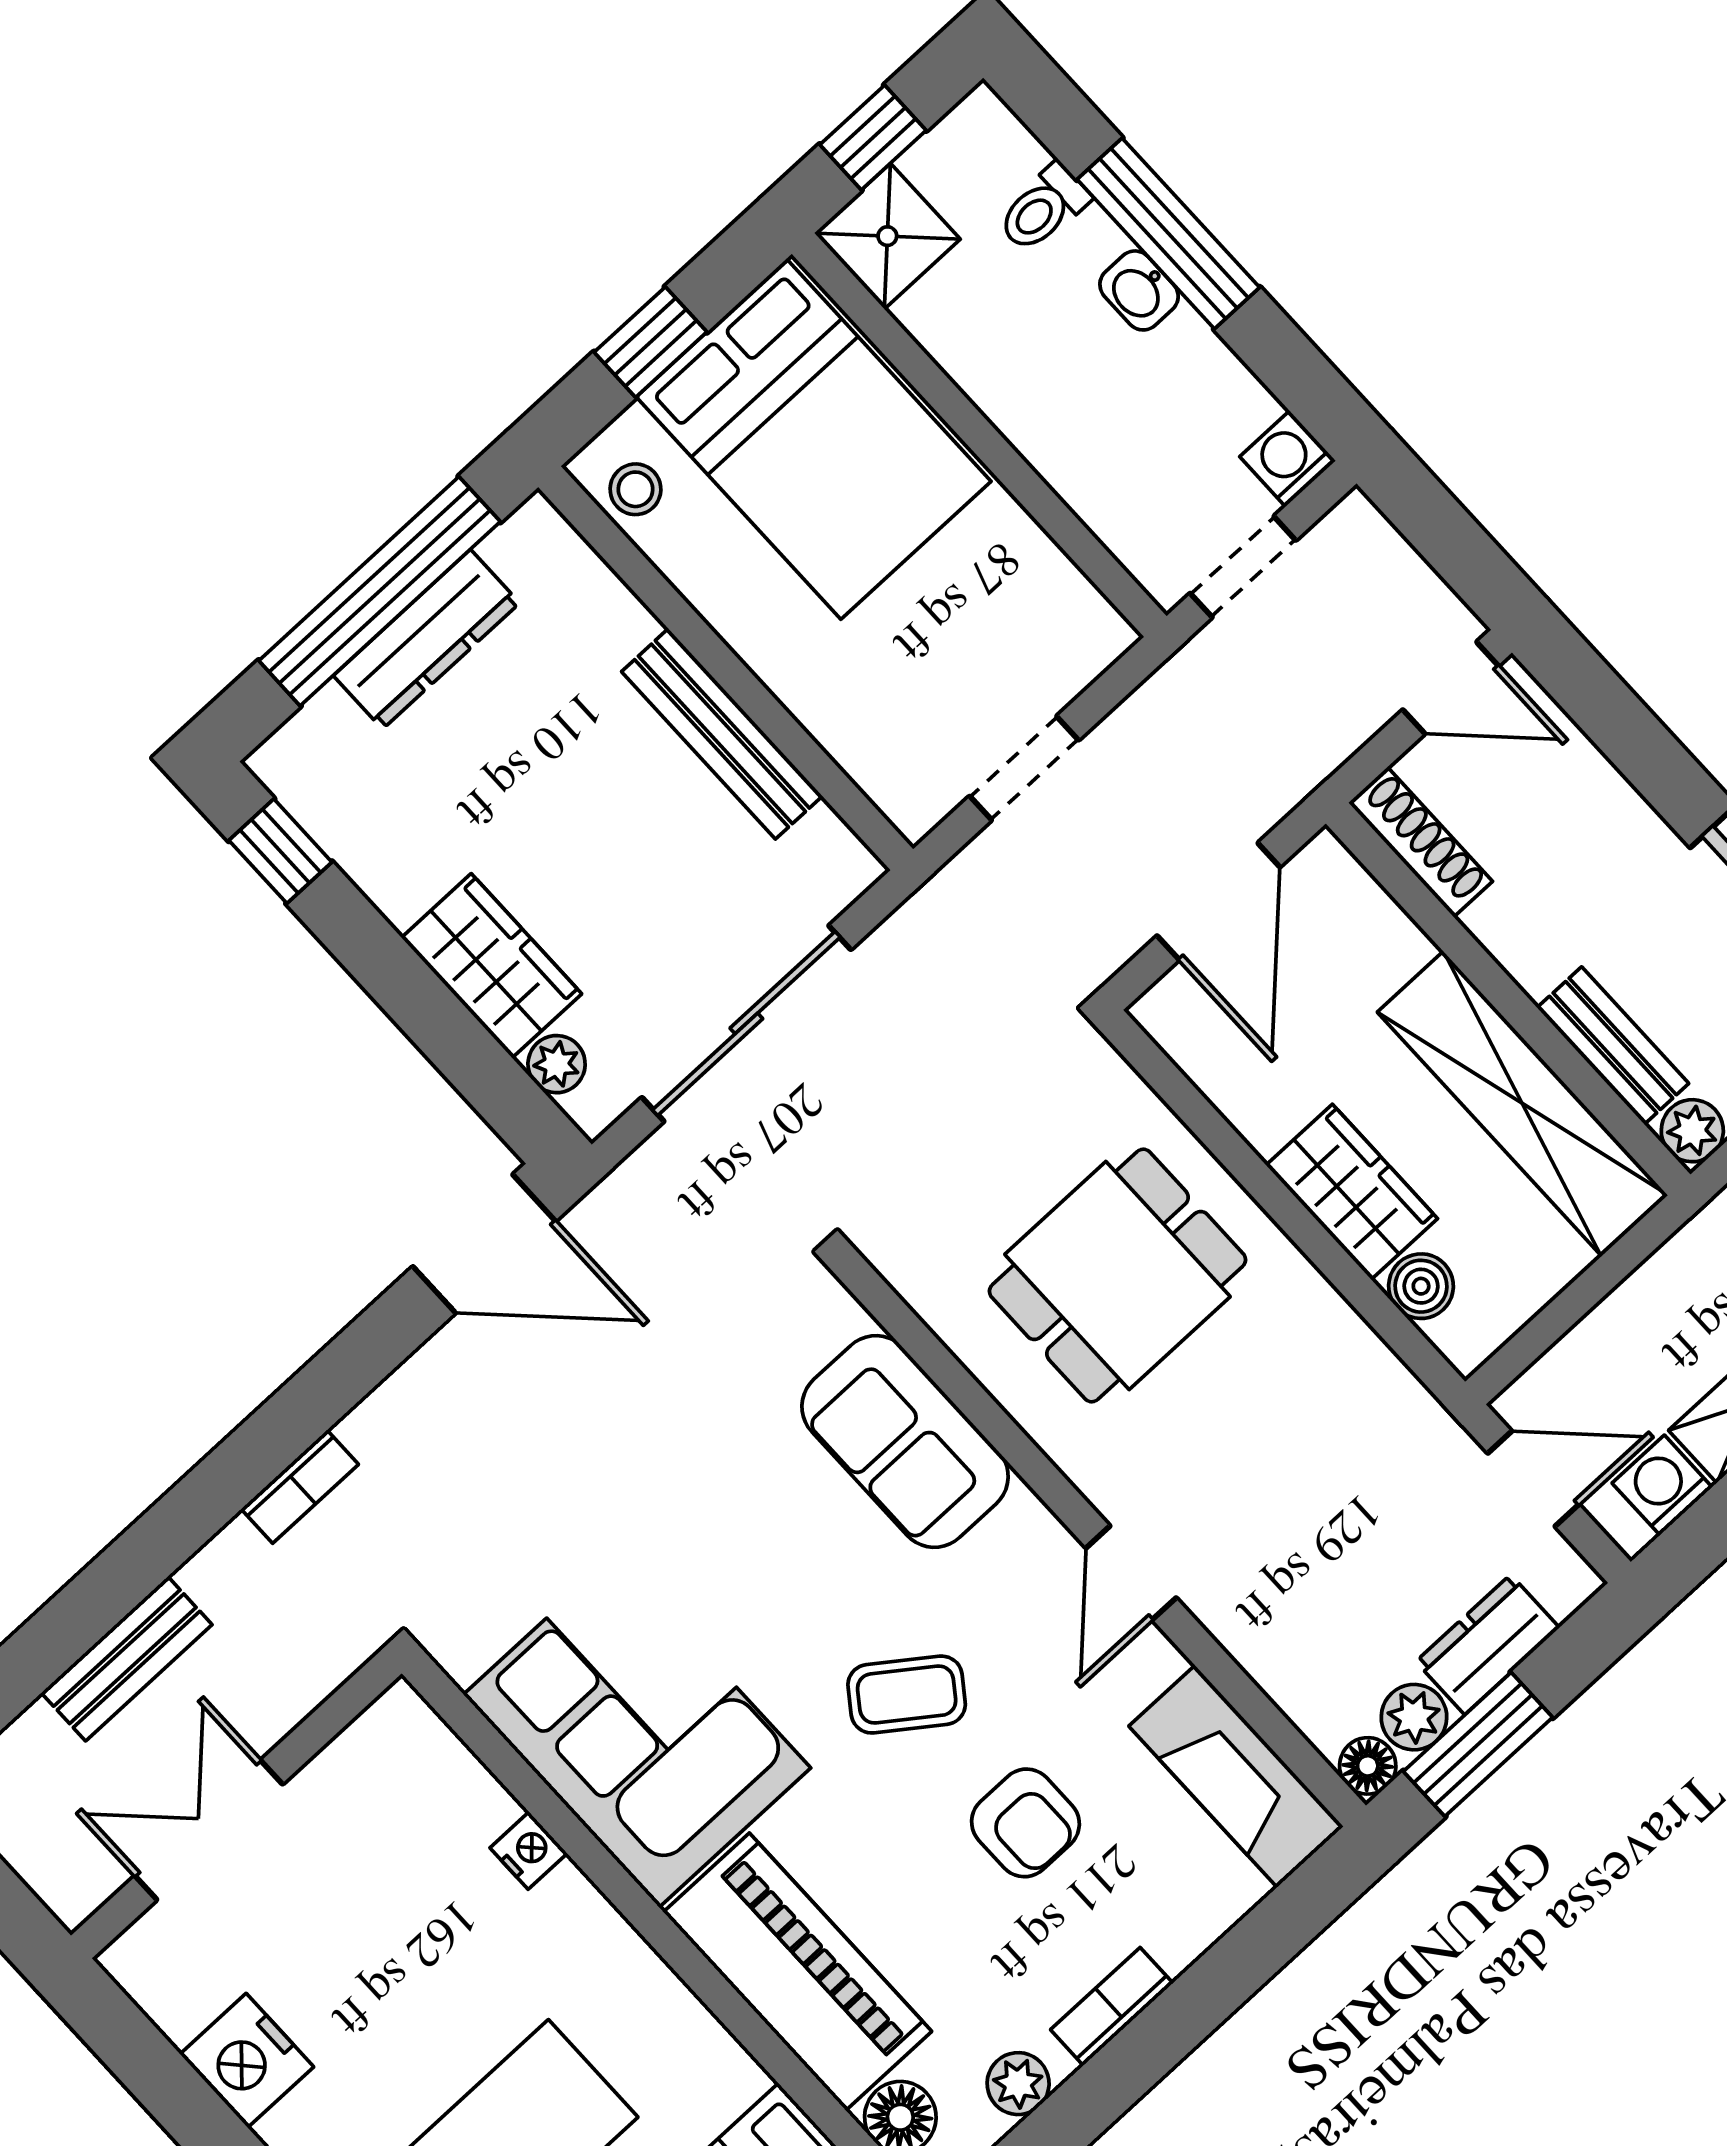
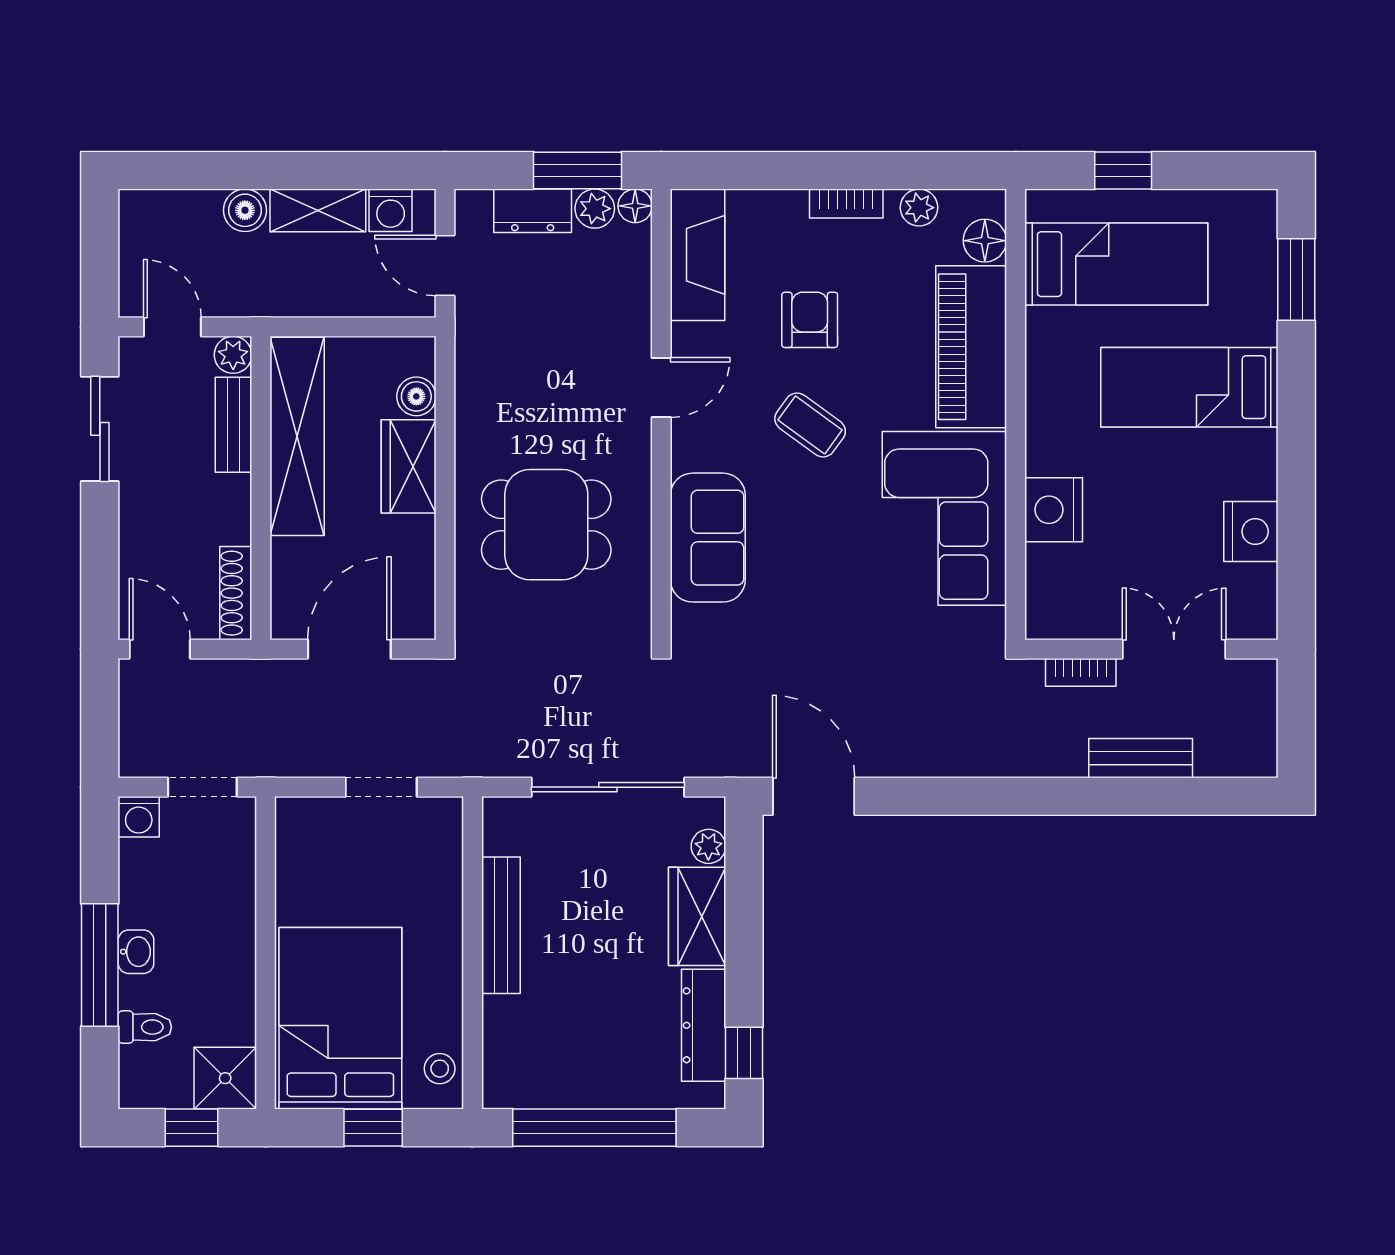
dresser: (426, 639) -> (704, 1025), moved, turned -90
bookcase: (300, 1487) -> (1081, 672), moved, turned 180
double door: (209, 1830) -> (1174, 649), swing flipped
nightstand: (529, 1851) -> (1054, 510), width x1.89, depth x1.79

